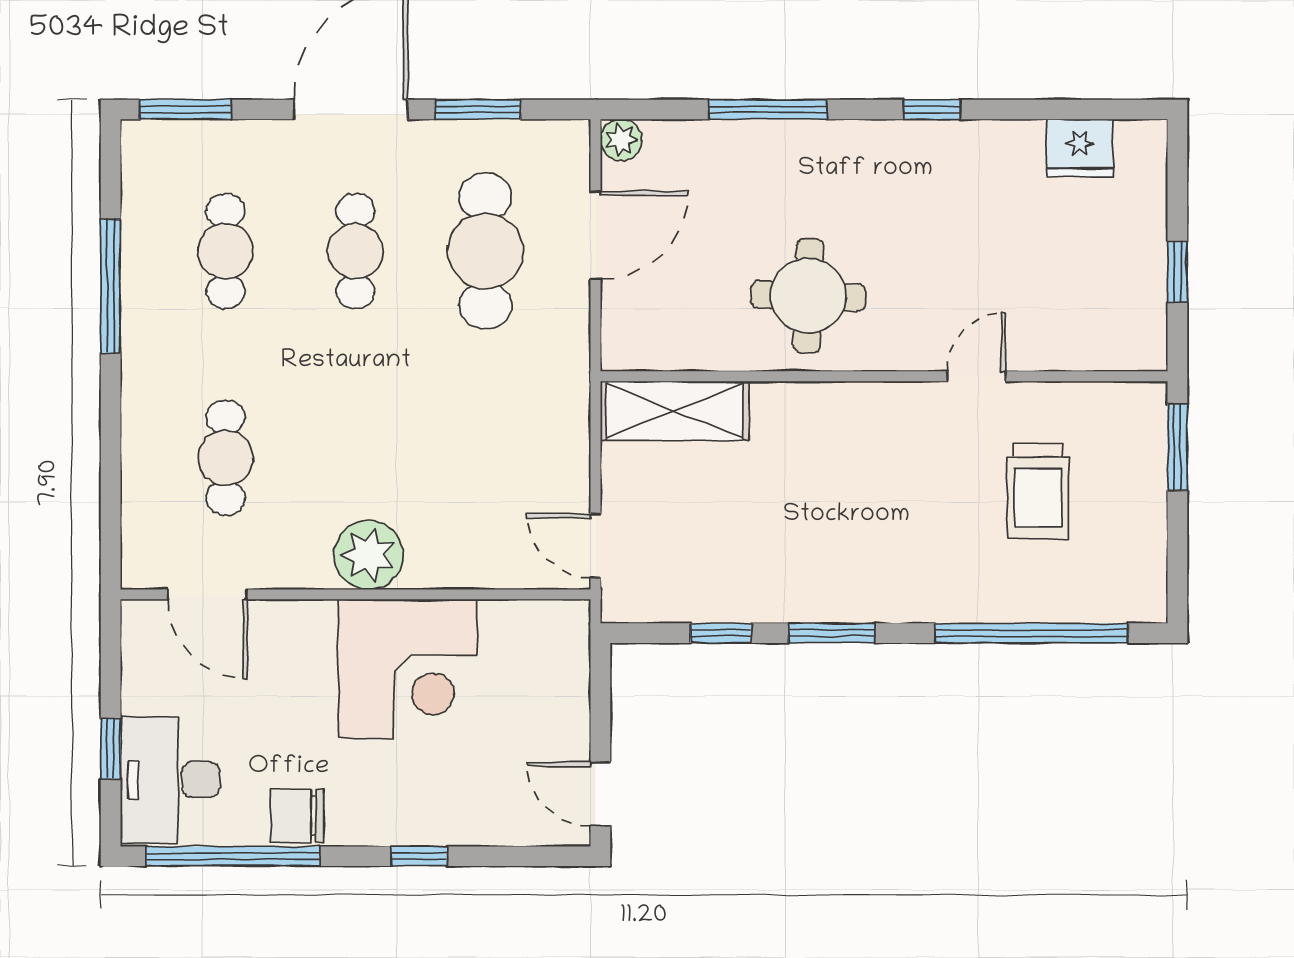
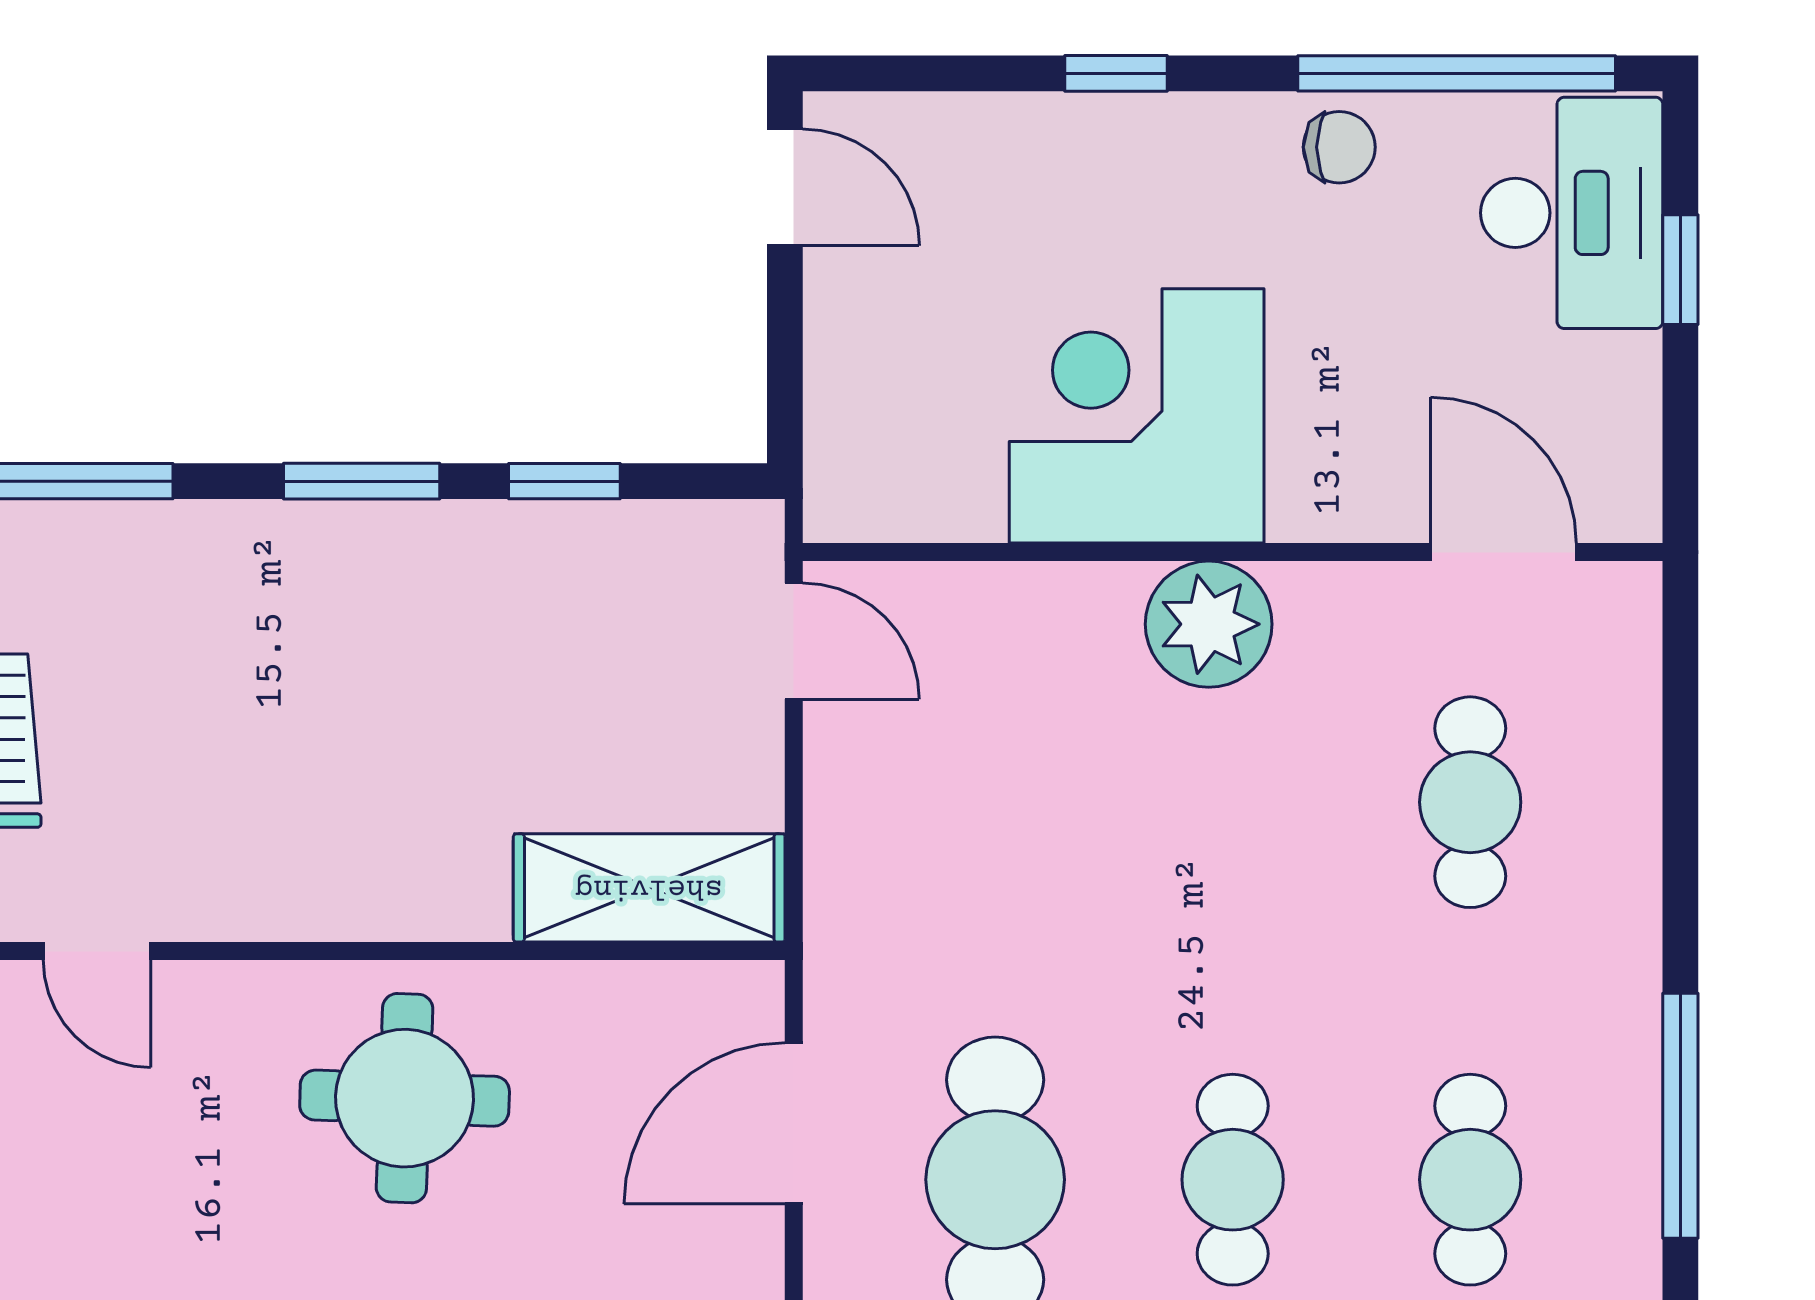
door: (595, 235) -> (794, 1123), moved
door: (977, 376) -> (97, 951), hinge flipped
chair: (297, 816) -> (1339, 147), width x0.73, depth x0.73

